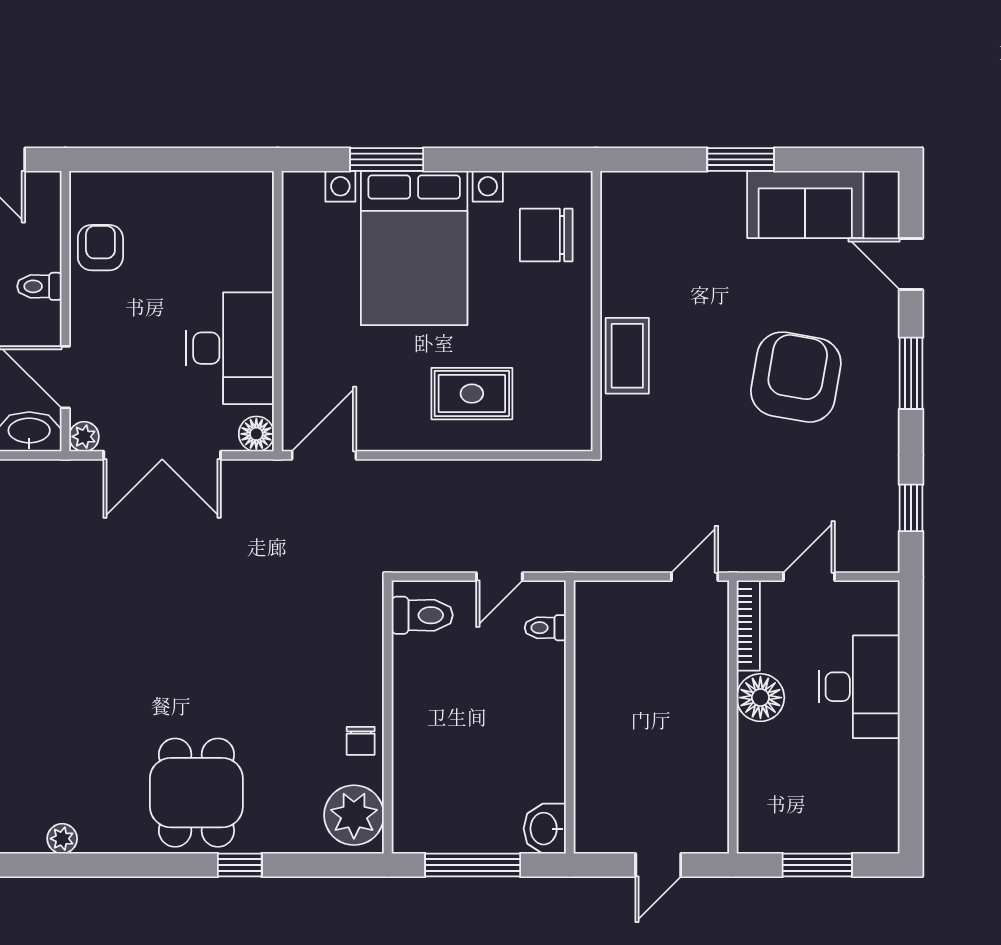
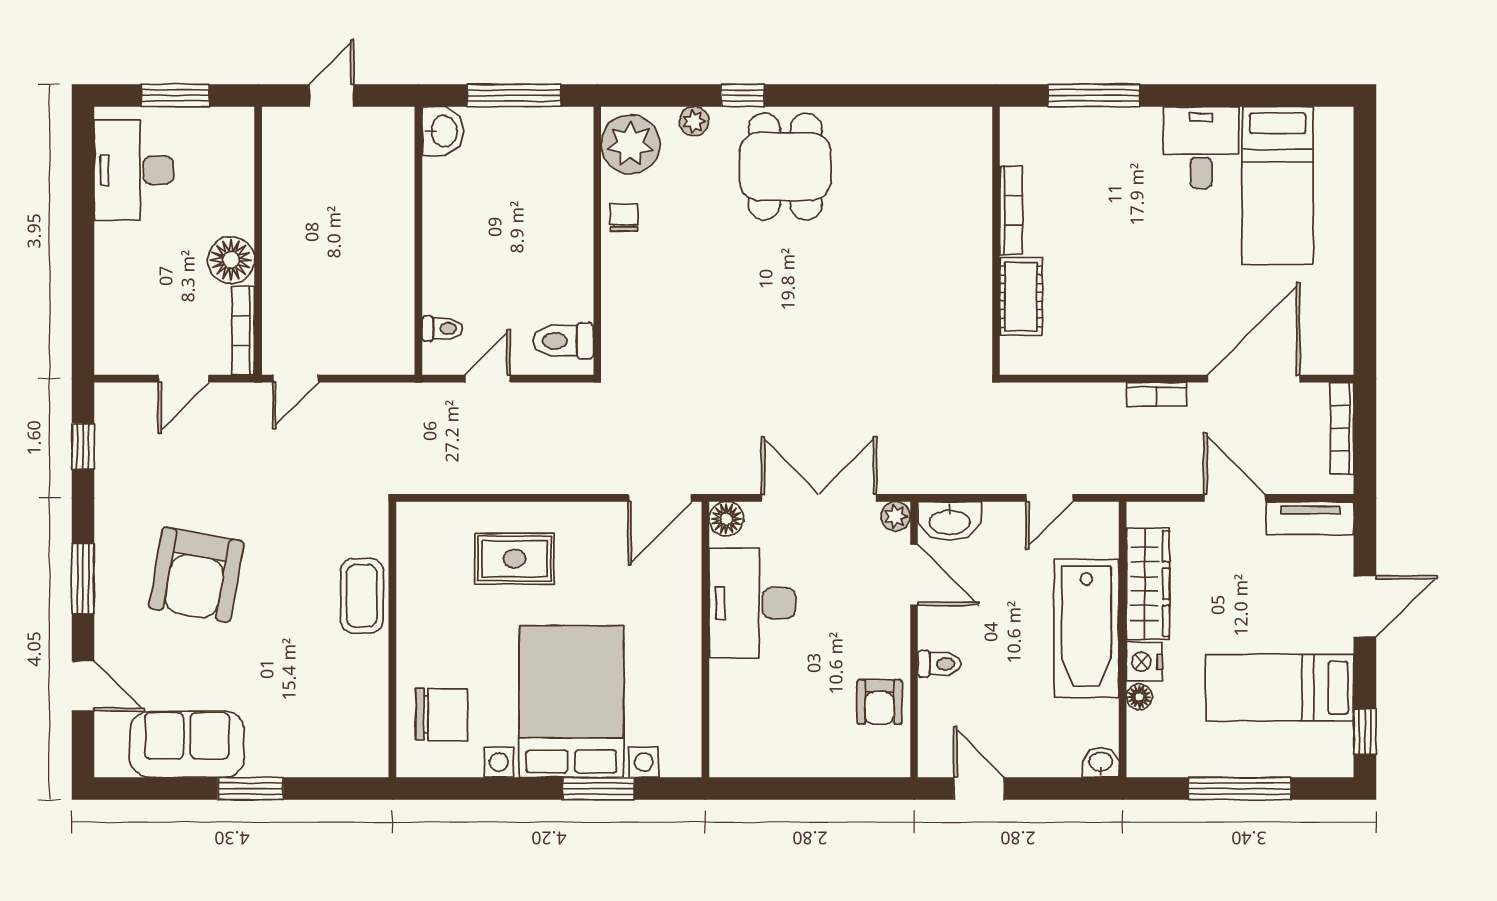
desk: (859, 687) -> (134, 170), moved
plant: (62, 839) -> (694, 121), moved

